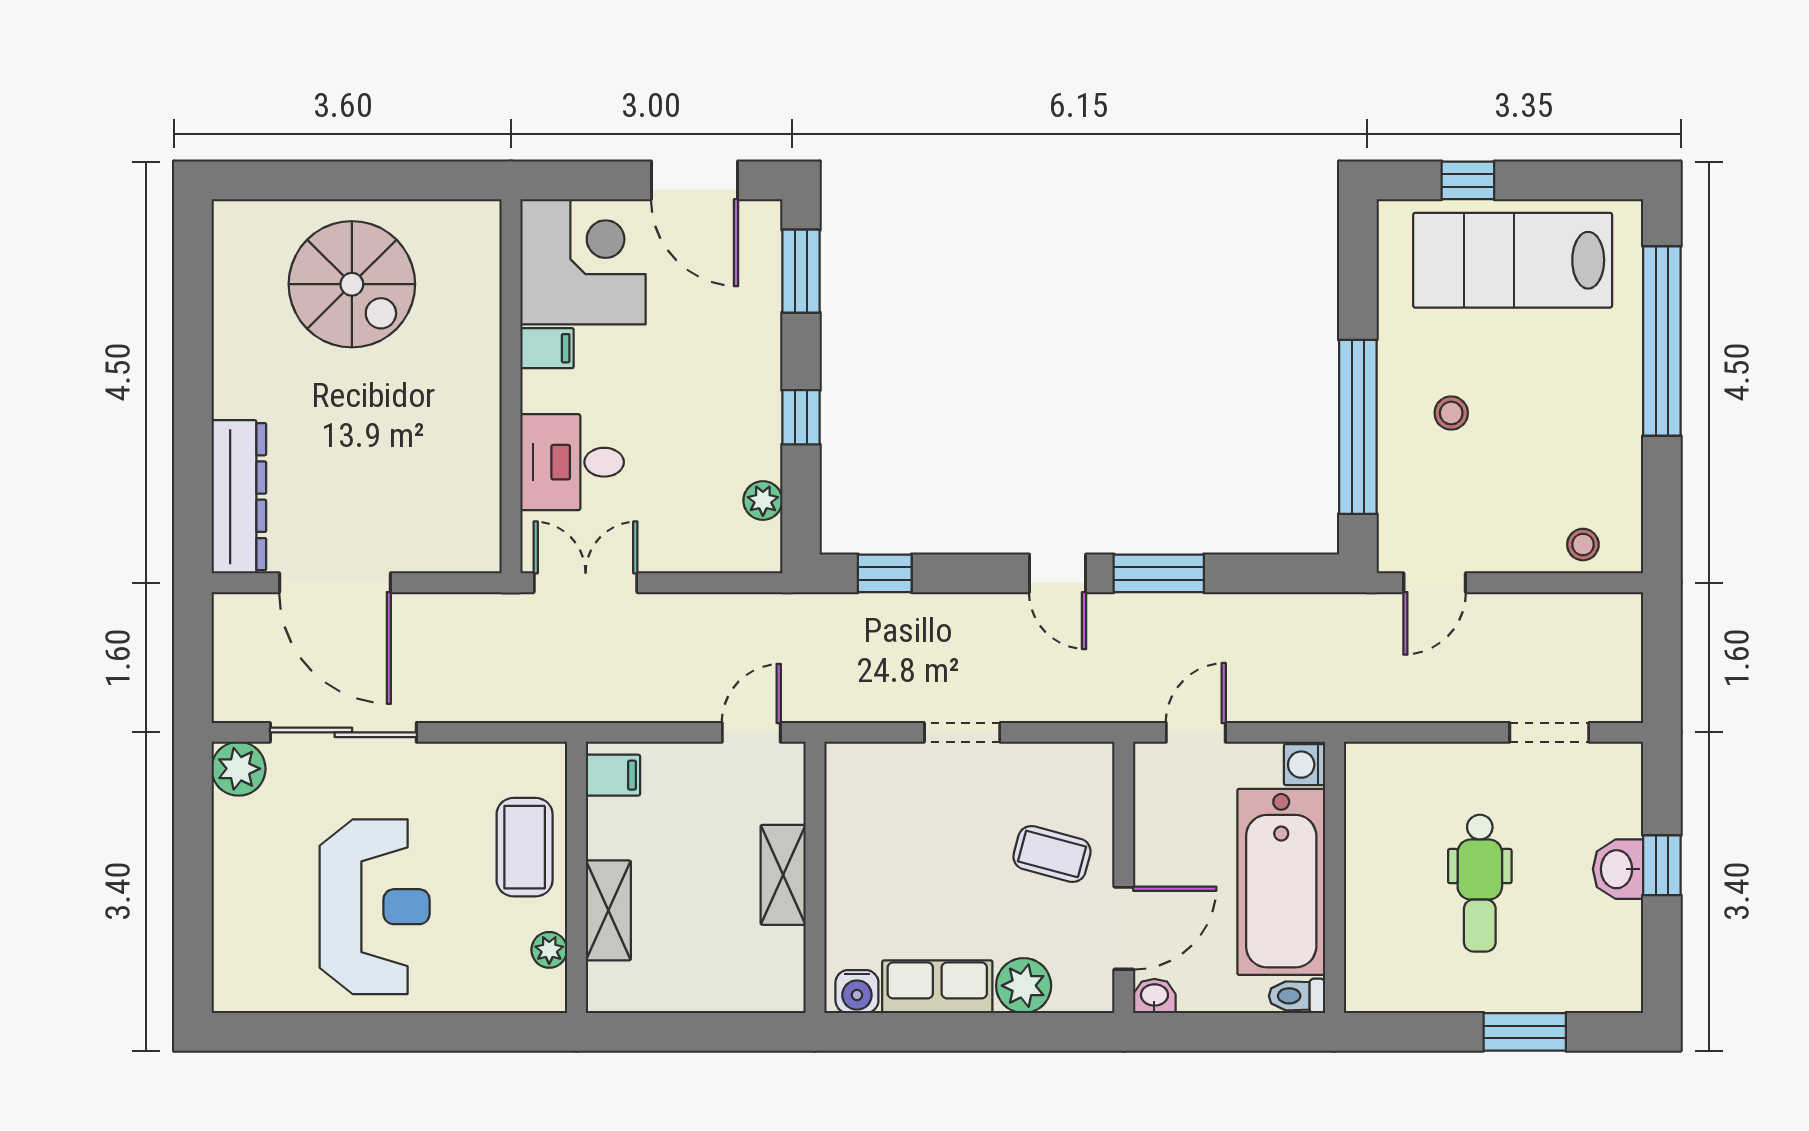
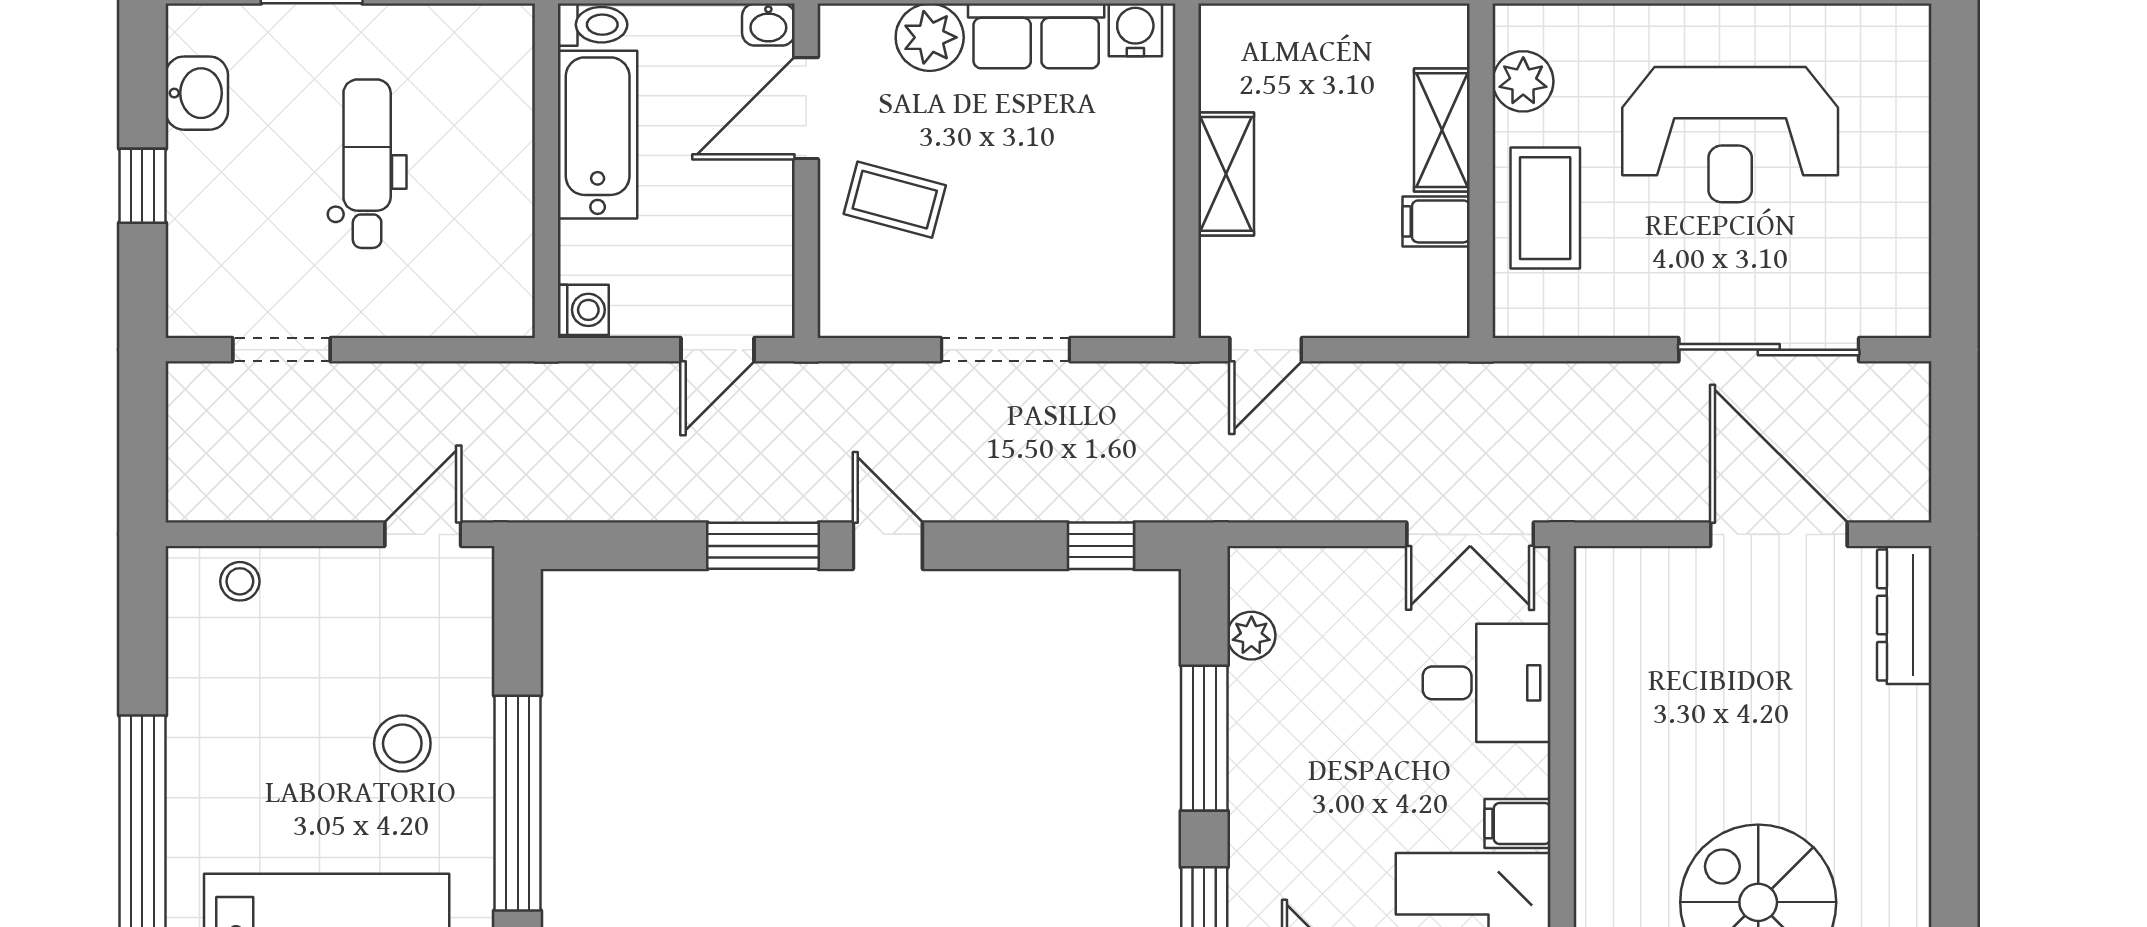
stool: (1451, 413) -> (402, 743), width x1.37, depth x1.37
window: (801, 417) -> (1204, 738), width x2.17
window: (1358, 427) -> (518, 803), moved
dresser: (239, 497) -> (1904, 615), width x0.73, depth x0.80
doorway: (962, 732) -> (1006, 350), width x1.38
plant: (239, 769) -> (1898, 305), removed
filing cabinet: (613, 775) -> (1436, 221), moved
washbasin: (1618, 869) -> (197, 93), moved
bathtub: (1281, 882) -> (598, 135), width x0.73, depth x0.73
reception desk: (375, 907) -> (1730, 135), turned -90
plant: (549, 950) -> (1523, 81), width x1.38, depth x1.38

